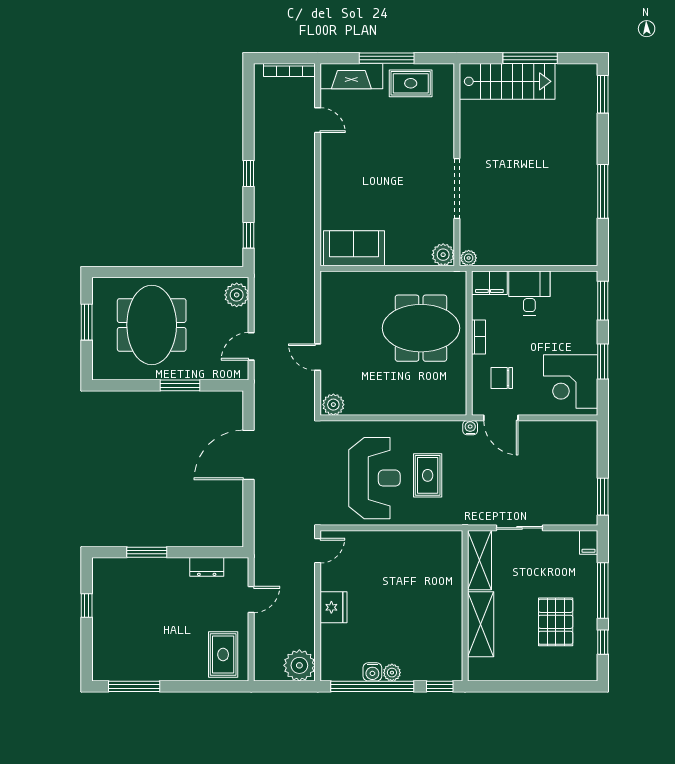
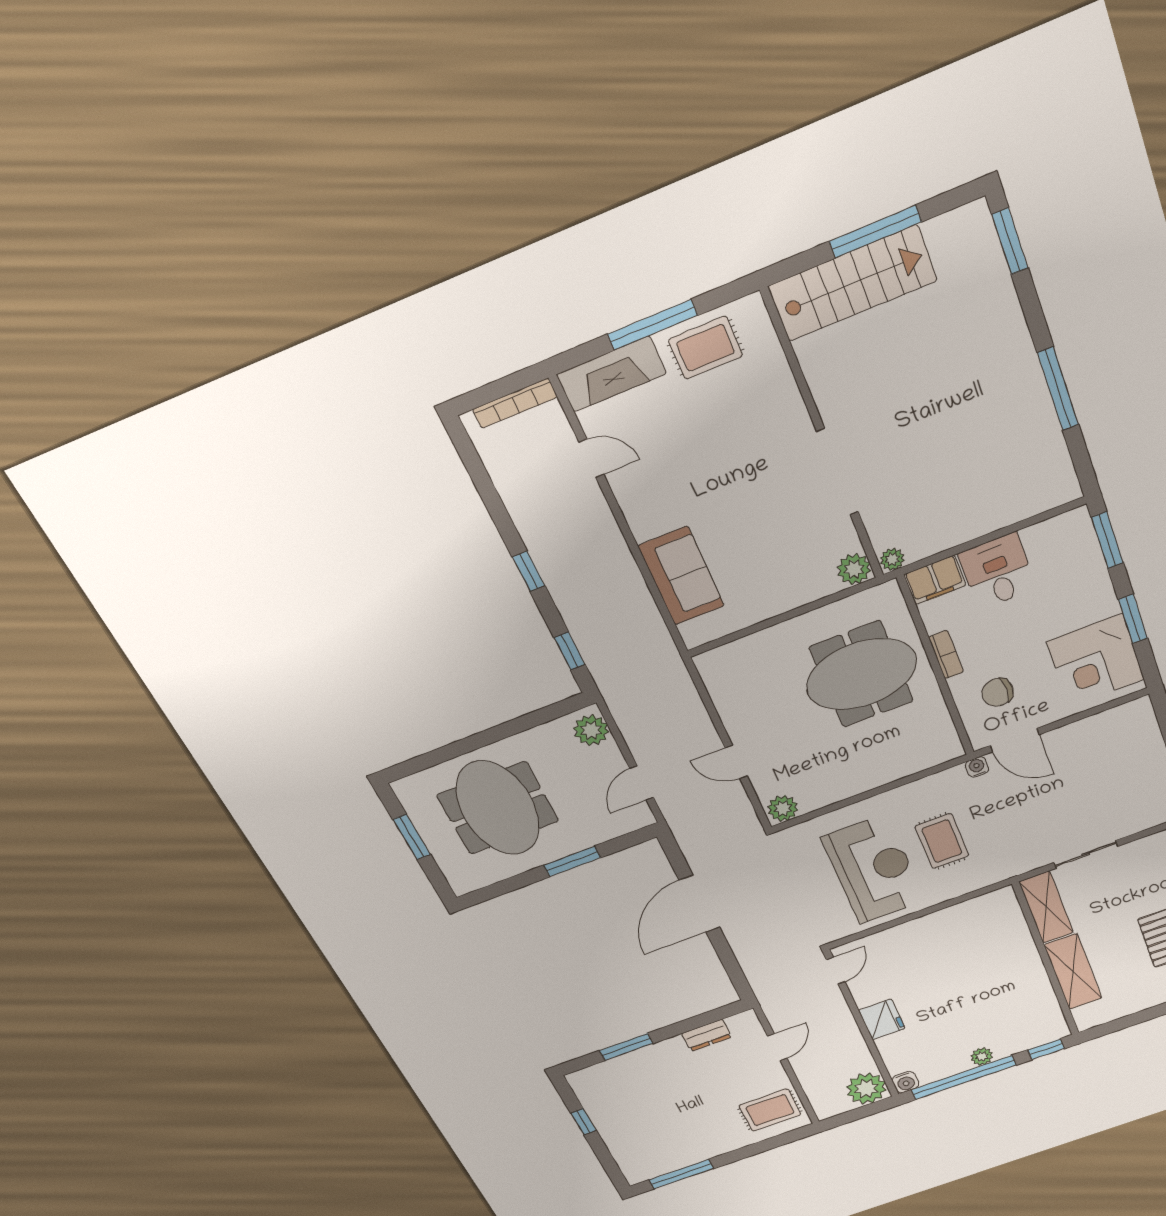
sofa: (354, 248) -> (681, 576), moved, turned 90
rug: (223, 655) -> (770, 1110), turned 90
water cooler: (372, 672) -> (905, 1082), moved

